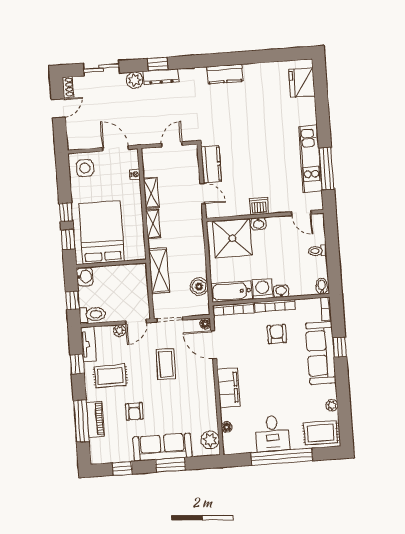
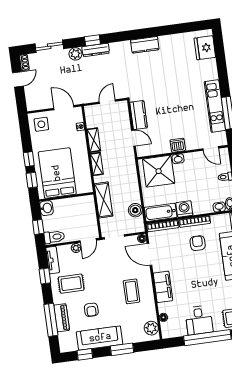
washbasin: (281, 291) -> (219, 207), moved
coffee table: (166, 364) -> (131, 291), moved
sofa: (162, 447) -> (100, 338), moved

